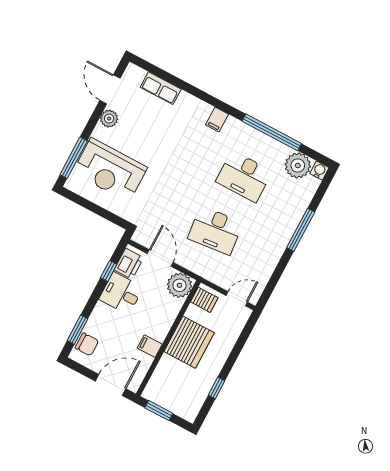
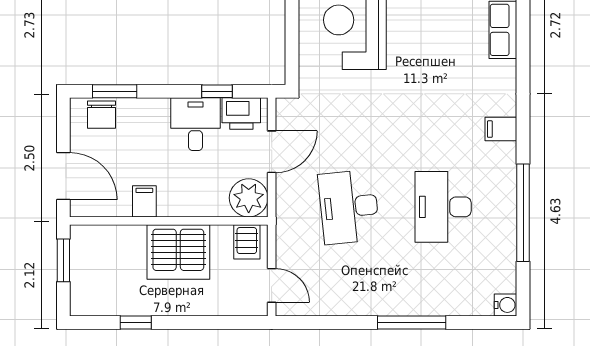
plant: (298, 165) -> (497, 272), removed

